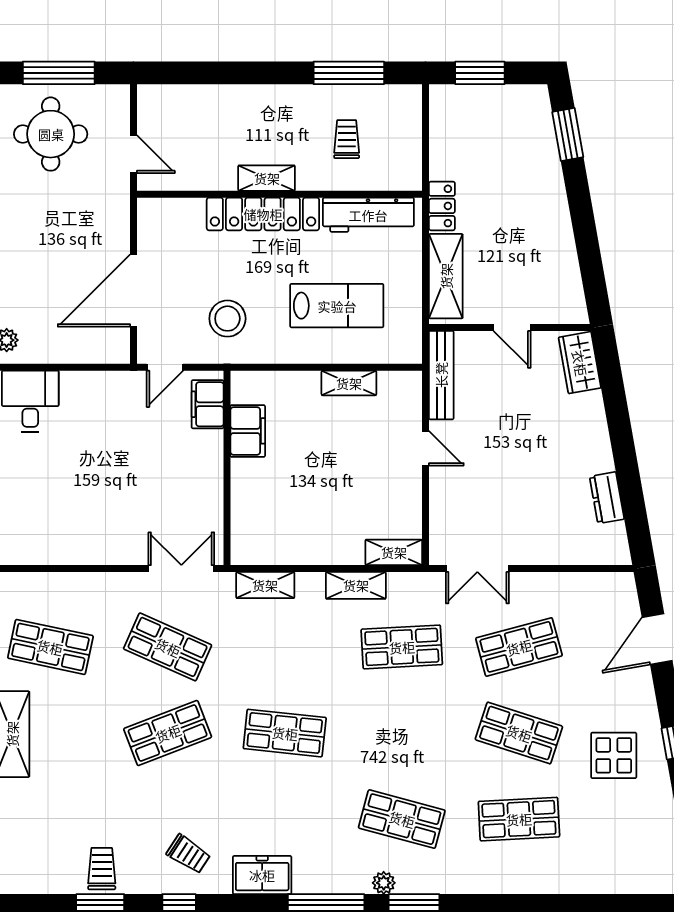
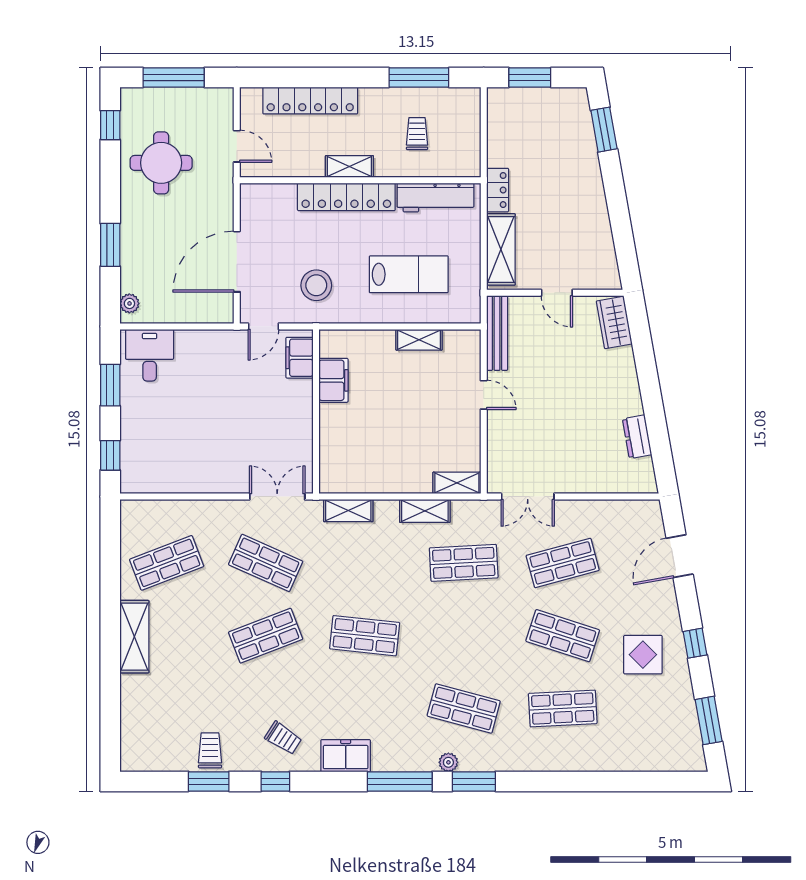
locker: (220, 100) -> (310, 101), added
round table: (51, 134) -> (161, 163), moved
shop shelf: (50, 647) -> (167, 563), turned -33

